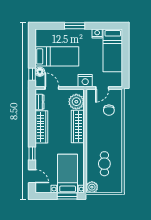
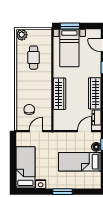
nightstand: (85, 81) -> (52, 138), removed
door: (52, 88) -> (85, 131), swing flipped
plant: (76, 102) -> (61, 118), removed
plant: (92, 187) -> (22, 35), moved

